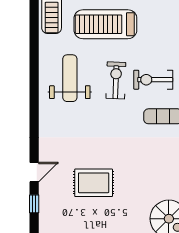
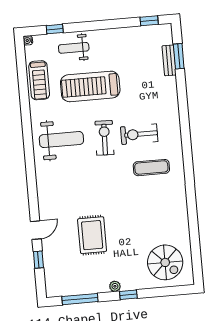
weight bench: (70, 78) -> (61, 140), turned 90
rug: (94, 183) -> (92, 235), turned 90

